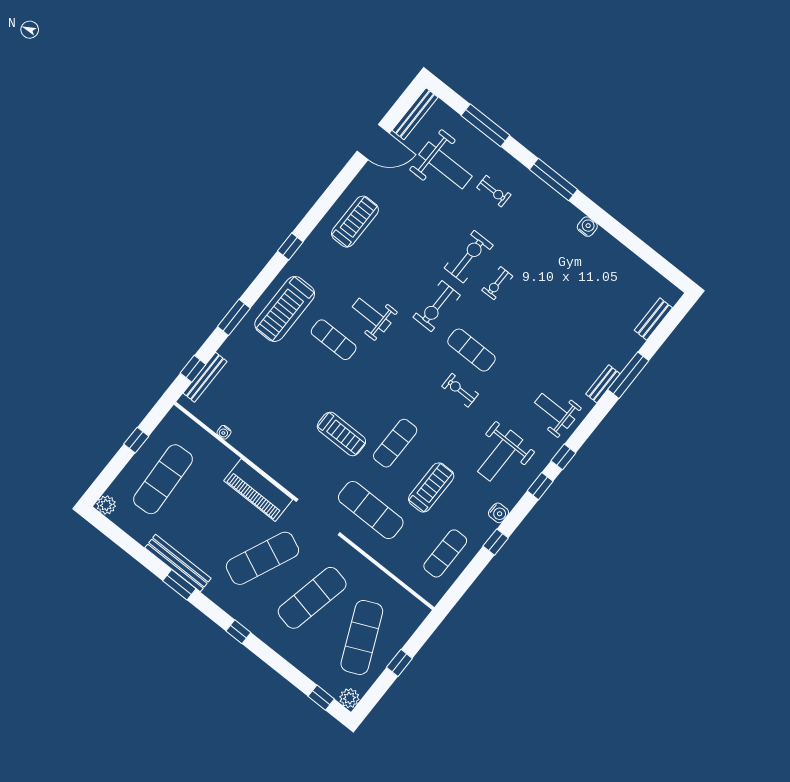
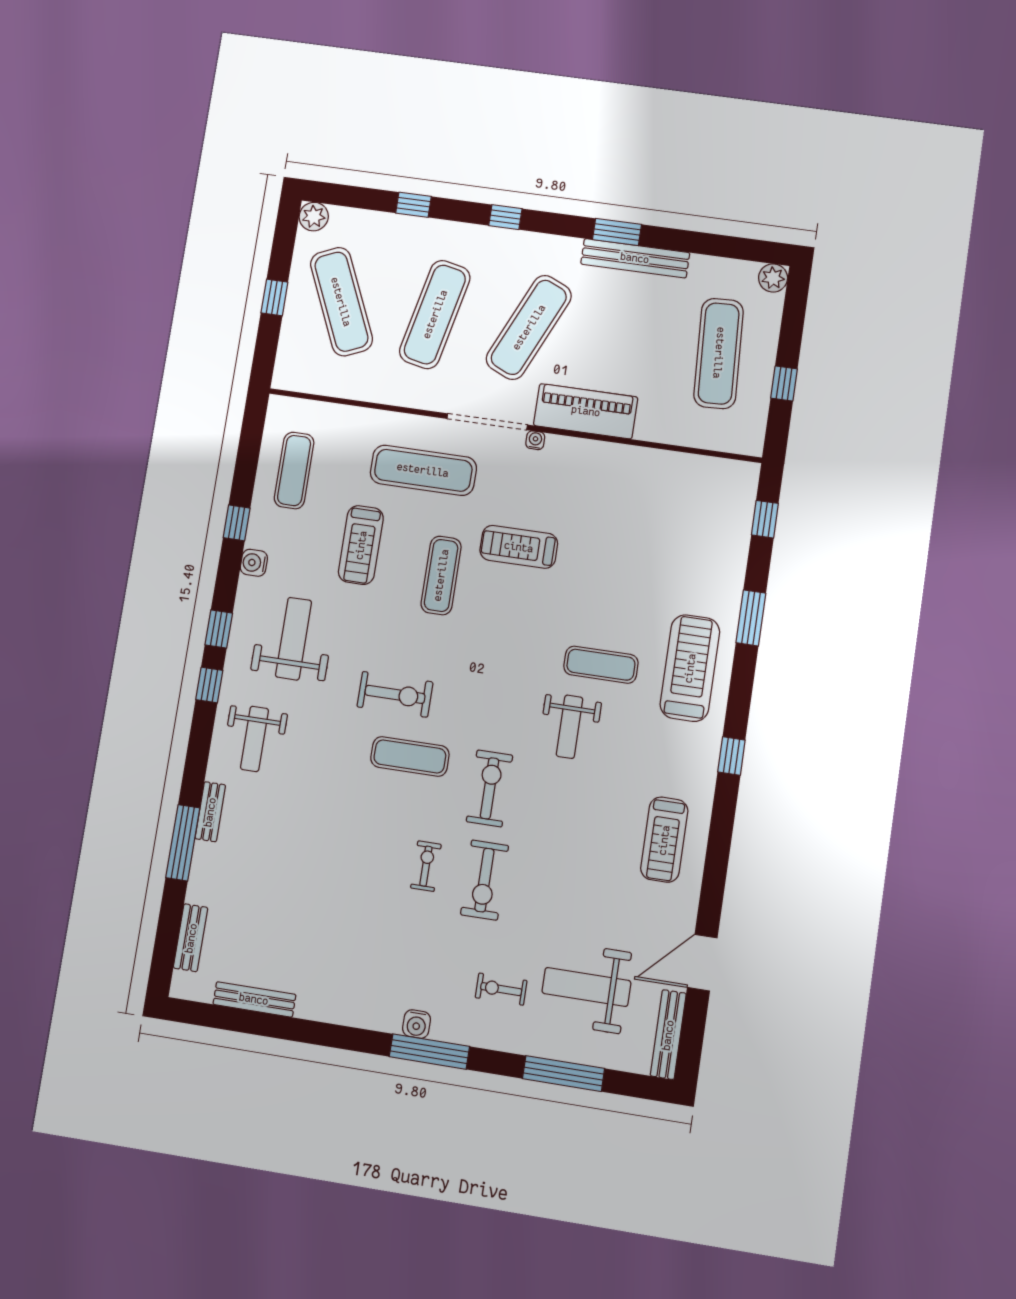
water cooler: (587, 227) -> (417, 1024), moved
weight bench: (372, 315) -> (570, 727), turned 90
bench: (205, 377) -> (254, 999), moved, turned 90
exercise bike: (460, 390) -> (395, 694), width x1.38, depth x1.39
weight bench: (555, 411) -> (254, 739), turned 90
water cooler: (224, 432) -> (535, 440), moved
window: (321, 698) -> (413, 205), moved

